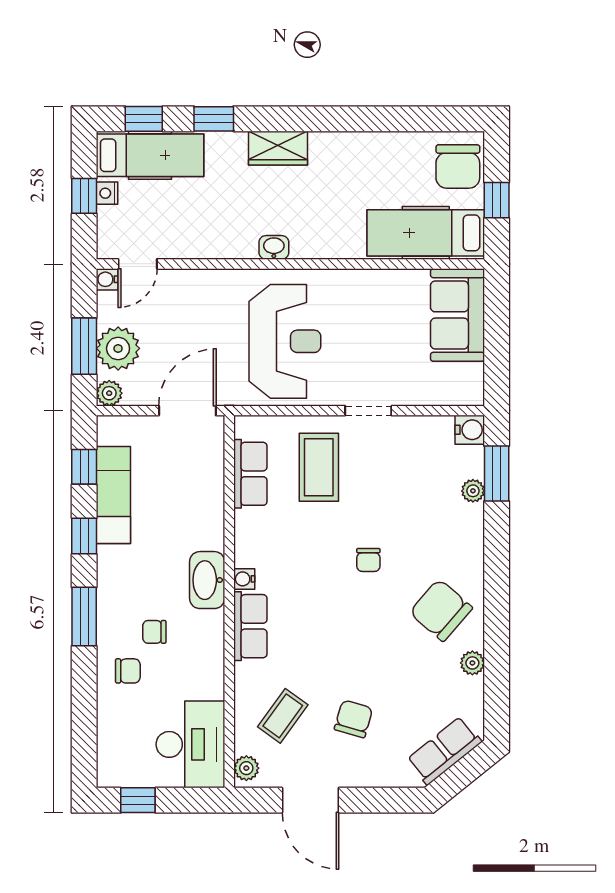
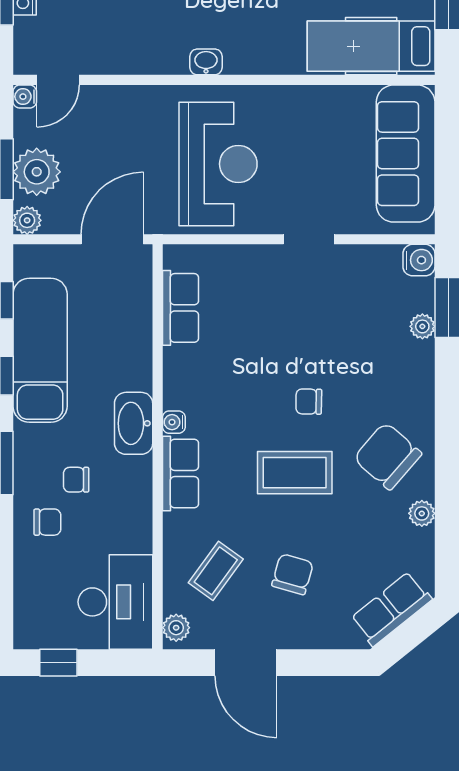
sofa: (458, 315) -> (406, 154), width x1.36
coffee table: (319, 467) -> (295, 473), moved, turned 90
exam couch: (113, 495) -> (40, 350), width x1.36, depth x1.45
chair: (368, 560) -> (309, 401), turned 91

